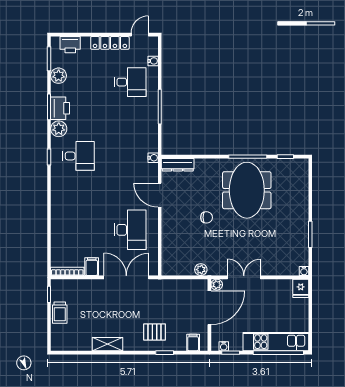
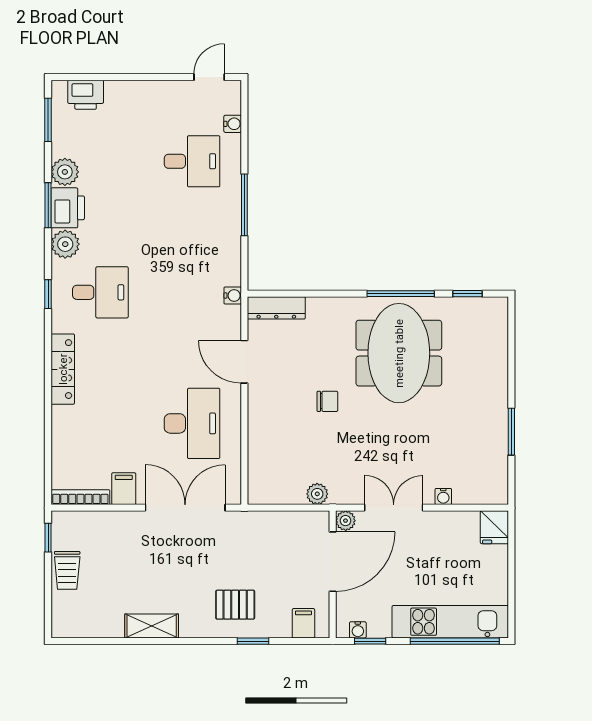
locker: (110, 43) -> (63, 369), moved, turned -90
plant: (59, 76) -> (65, 172), moved
water cooler: (304, 271) -> (443, 496), moved

